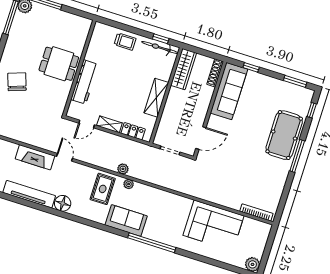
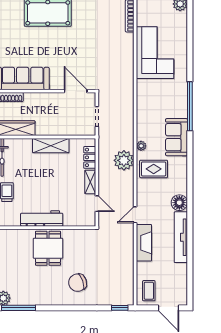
workbench: (85, 82) -> (42, 218), moved
plant: (123, 169) -> (124, 160), width x1.88, depth x1.88

